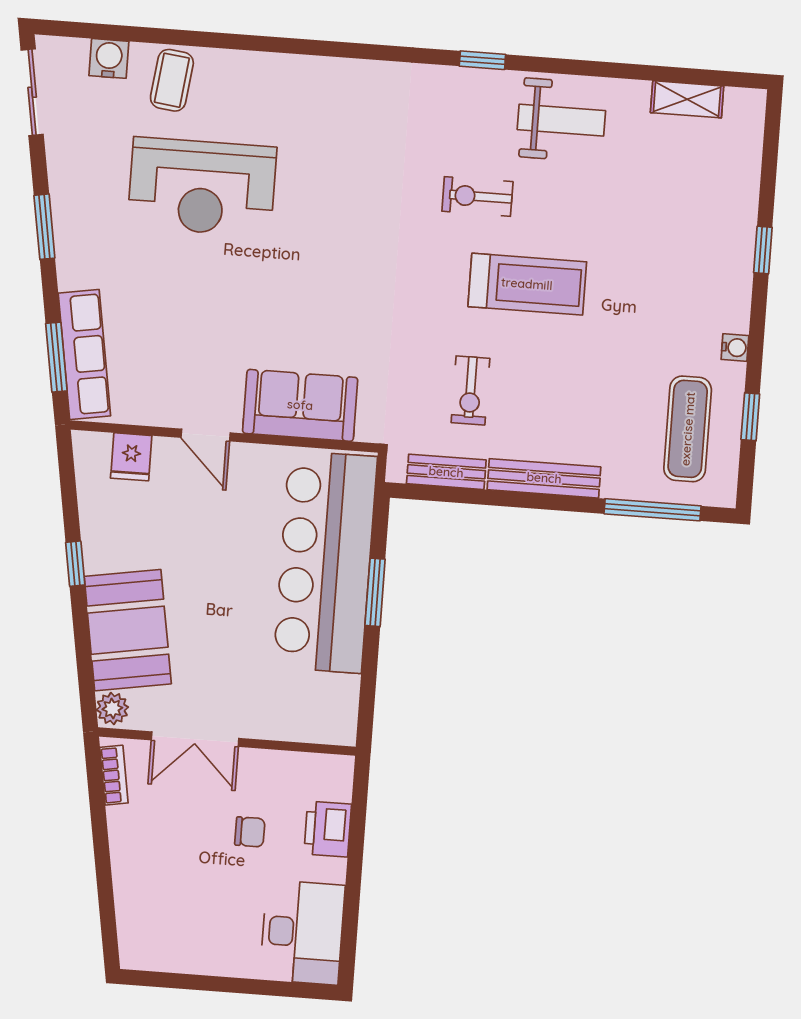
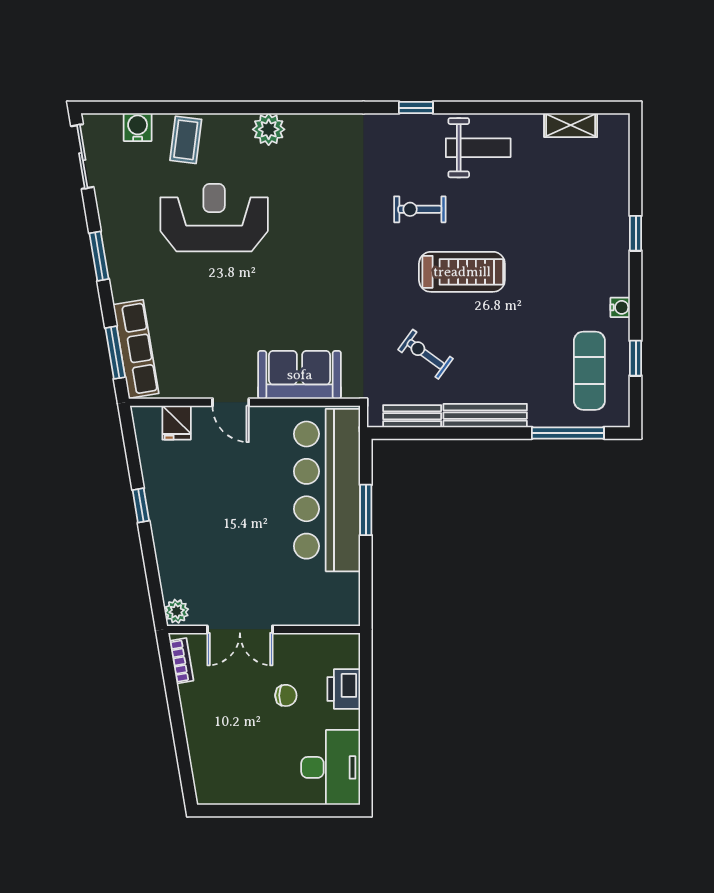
plant: (284, 74) -> (269, 129), added
reception desk: (202, 187) -> (214, 218), turned 180
exercise bike: (470, 390) -> (426, 354), turned 126
booth: (128, 630) -> (184, 552), removed

